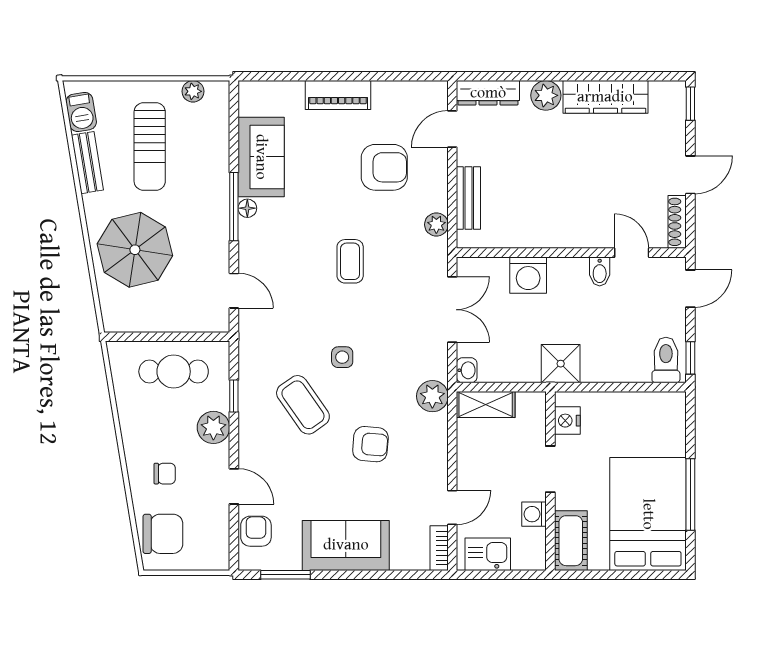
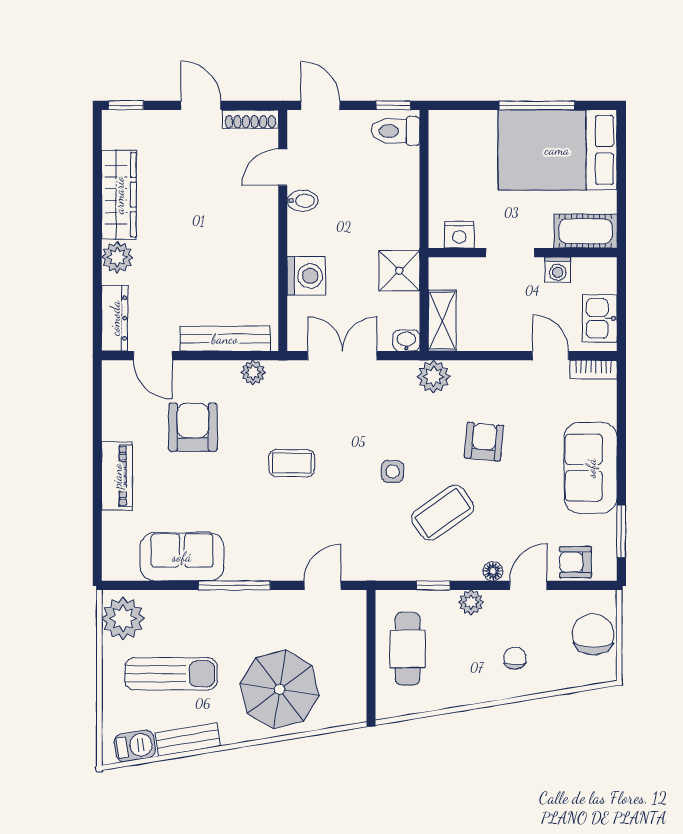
plant: (193, 91) -> (123, 618), width x1.88, depth x1.88
bench: (468, 198) -> (225, 339), width x1.36
floor lamp: (247, 208) -> (493, 571), moved
shower: (561, 364) -> (399, 271), moved
plant: (213, 427) -> (471, 602), width x0.73, depth x0.73
chair: (163, 534) -> (593, 634), moved

